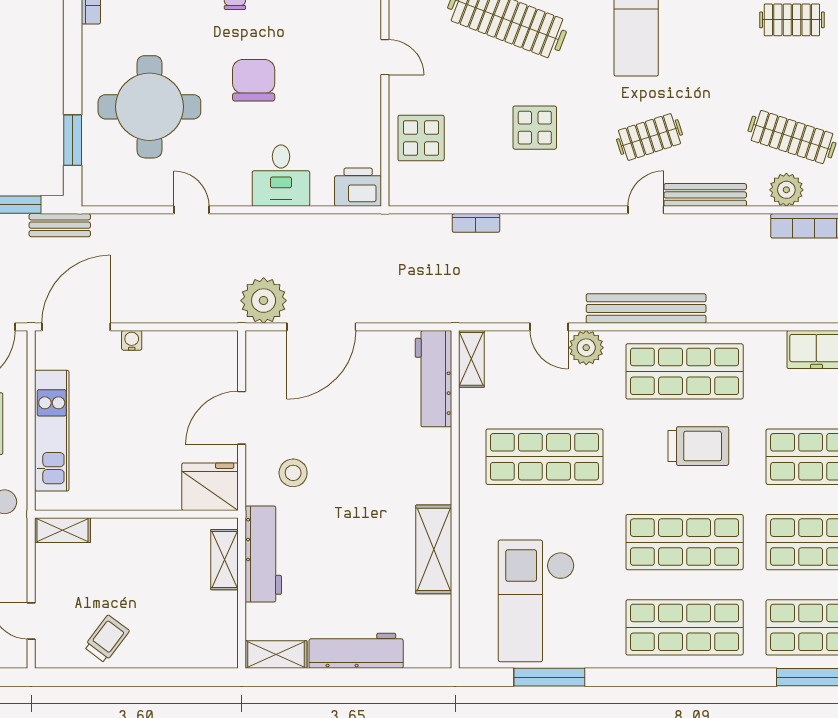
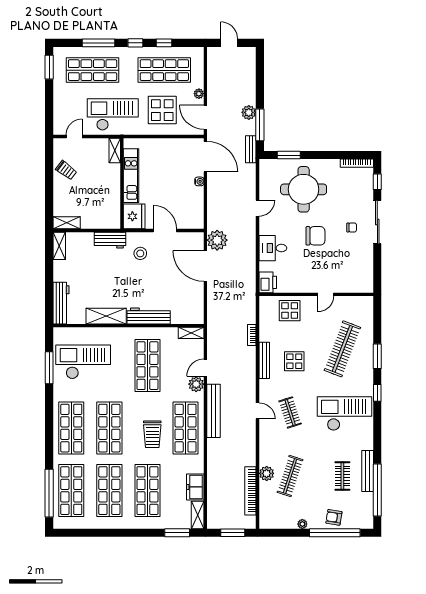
bench: (705, 195) -> (264, 360), moved
workbench: (433, 379) -> (149, 316), moved
kitchen unit: (52, 431) -> (131, 176), moved, turned -90
workbench: (263, 554) -> (110, 240), width x0.73
shelving: (224, 560) -> (67, 223), moved
workbench: (356, 651) -> (61, 303), moved

